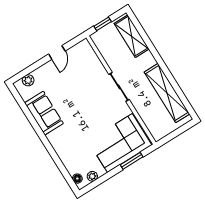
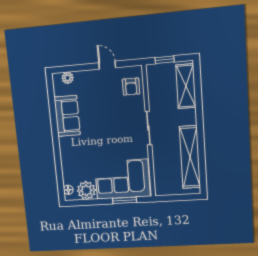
door: (57, 52) -> (107, 65), swing flipped
armchair: (86, 60) -> (131, 87), added
plant: (92, 176) -> (86, 190), width x1.88, depth x1.88

